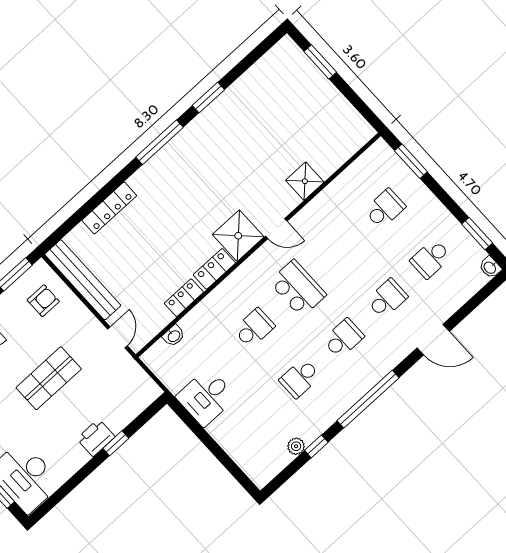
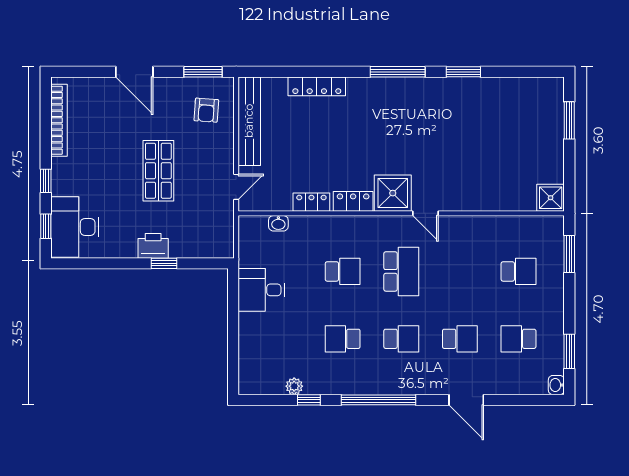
shower: (305, 181) -> (551, 198), moved
armchair: (43, 301) -> (206, 110), turned 94
shop shelf: (49, 378) -> (158, 171), turned 90

